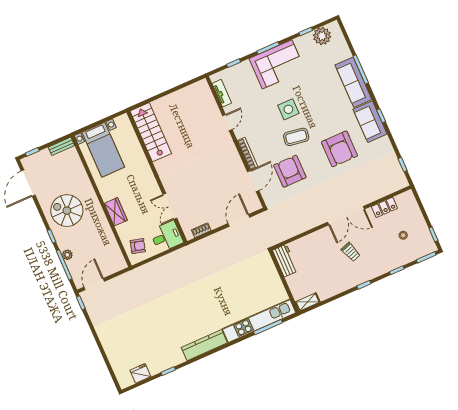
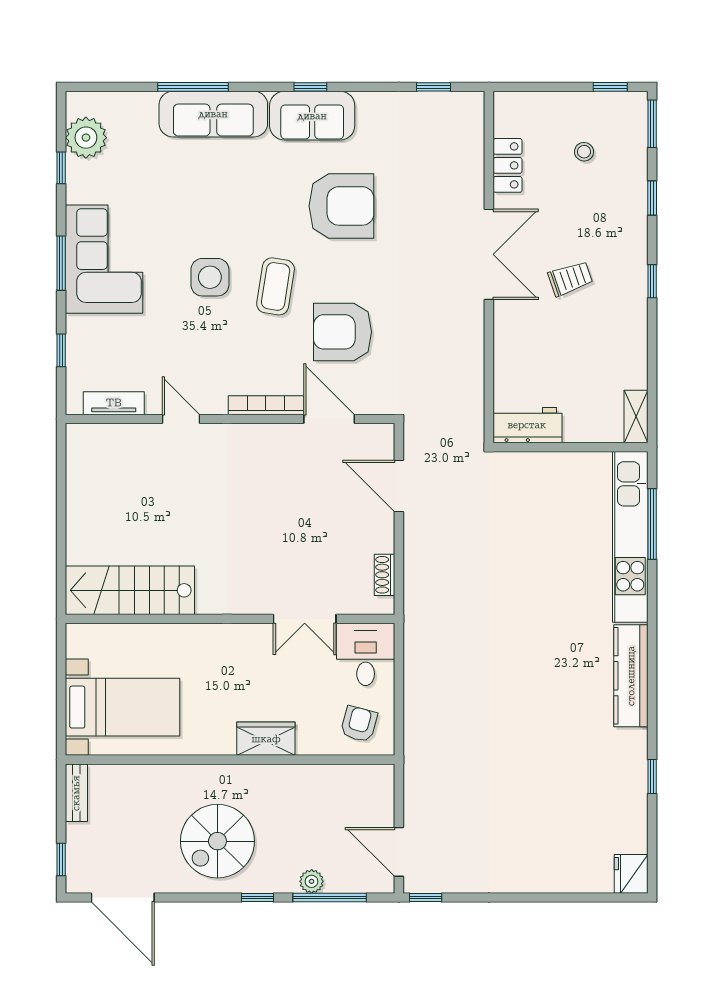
fridge: (140, 373) -> (631, 874), moved

